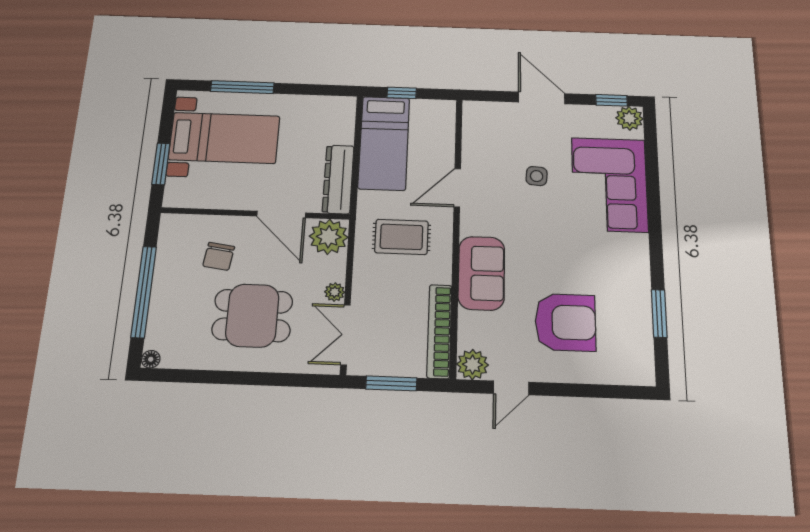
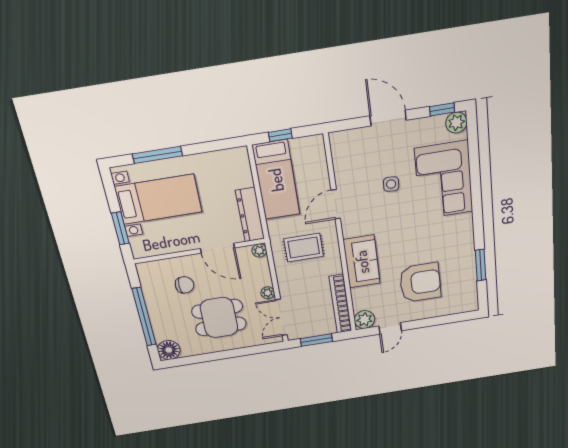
plant: (329, 237) -> (259, 250), width x0.53, depth x0.53
chair: (219, 256) -> (184, 285), turned -98
floor lamp: (151, 359) -> (169, 350), width x1.89, depth x1.89

